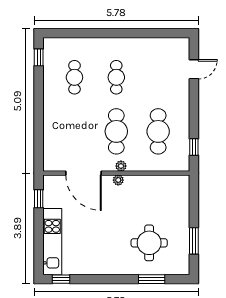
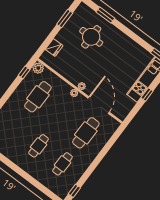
cafe table: (116, 131) -> (86, 133), moved
plant: (182, 164) -> (38, 68), added
window: (39, 199) -> (147, 94), moved
fridge: (181, 200) -> (54, 47), added

